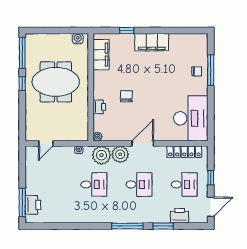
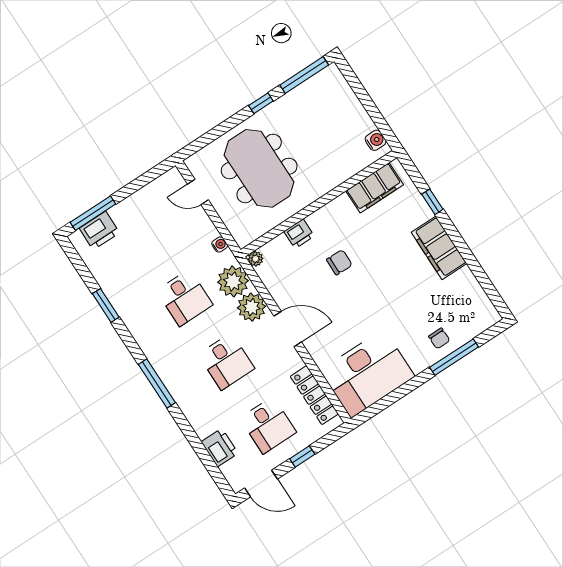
meeting table: (56, 82) -> (259, 168), moved
window: (163, 226) -> (106, 305), moved

